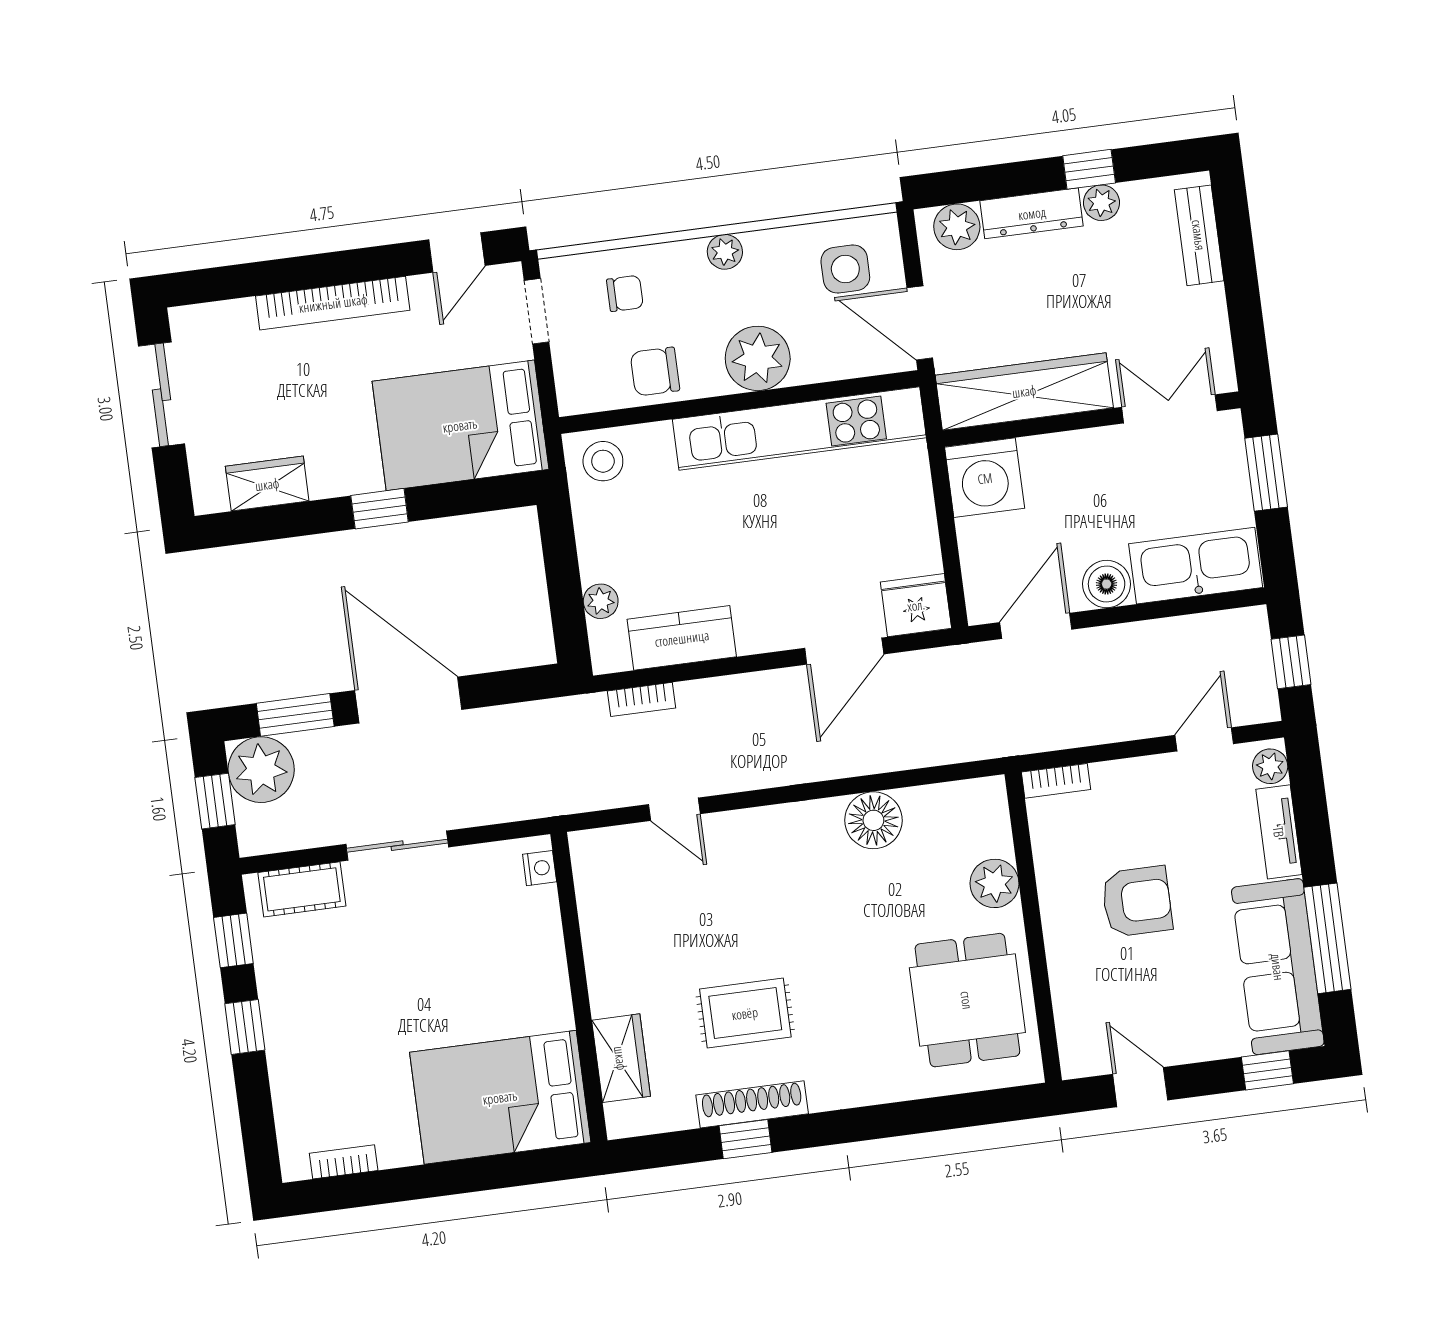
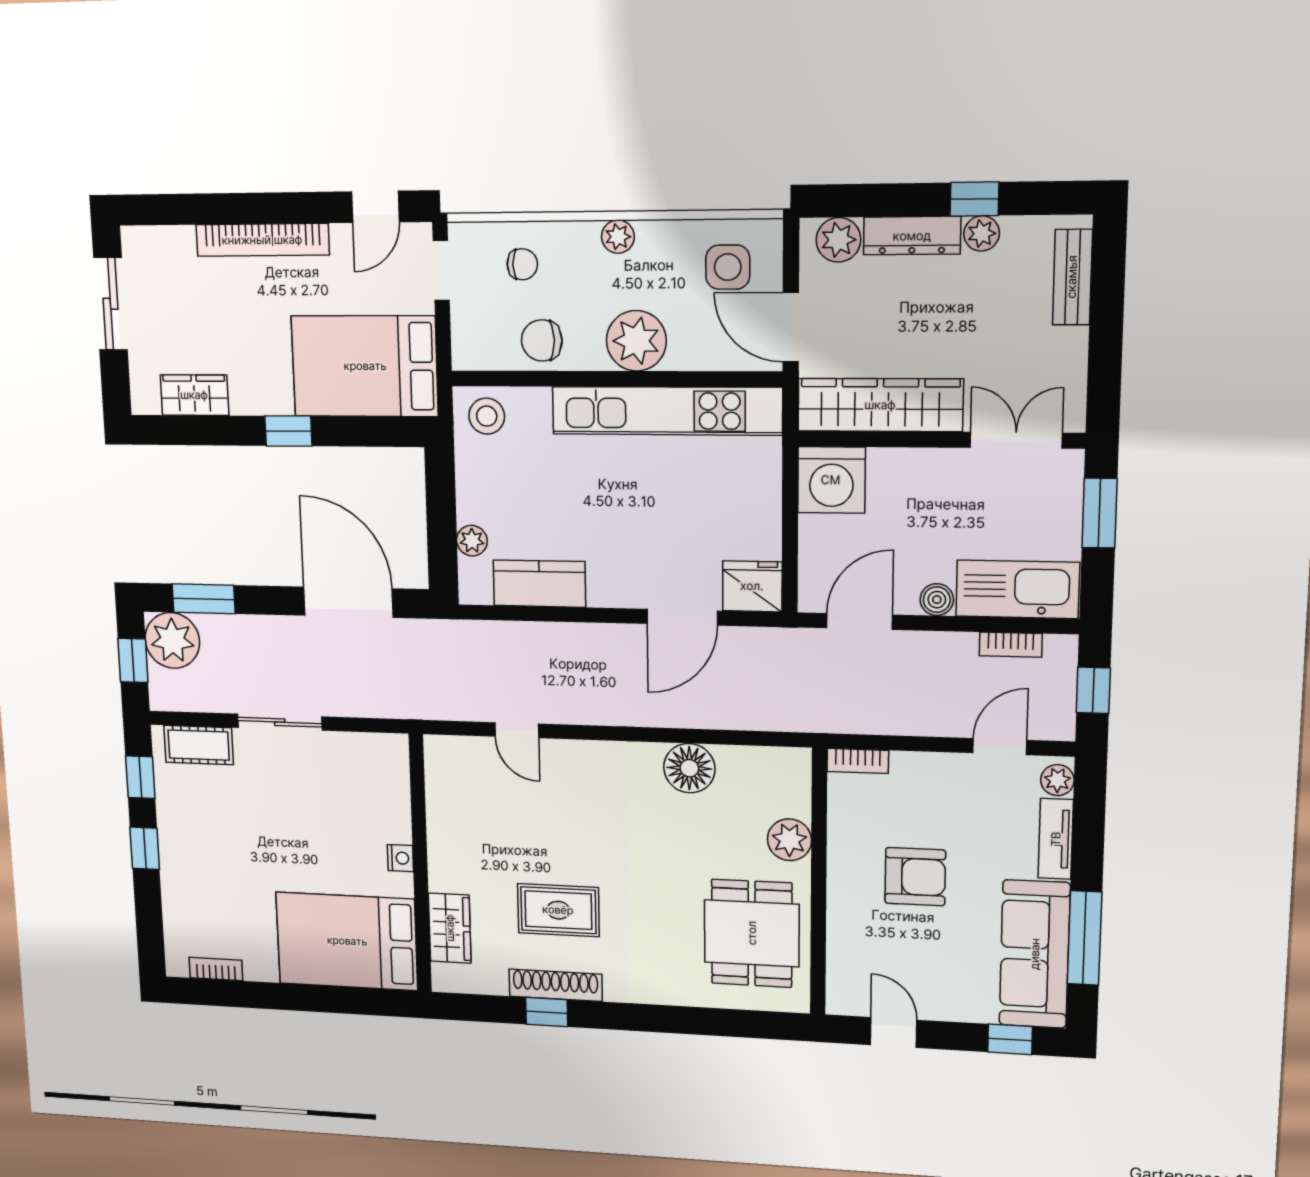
boiler: (1107, 584) -> (937, 600), width x0.73, depth x0.73
bookcase: (642, 699) -> (1011, 645), moved
door: (408, 700) -> (348, 602), moved
nightstand: (540, 868) -> (400, 858), moved

